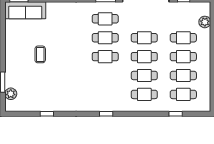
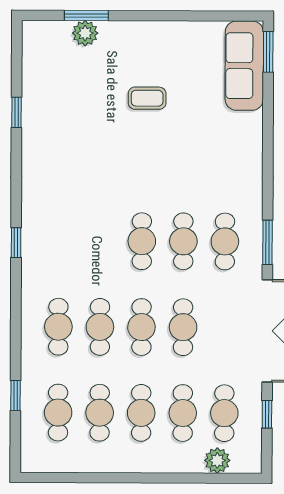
cafe table: (183, 19) -> (224, 413), added
plant: (11, 94) -> (85, 33), moved

